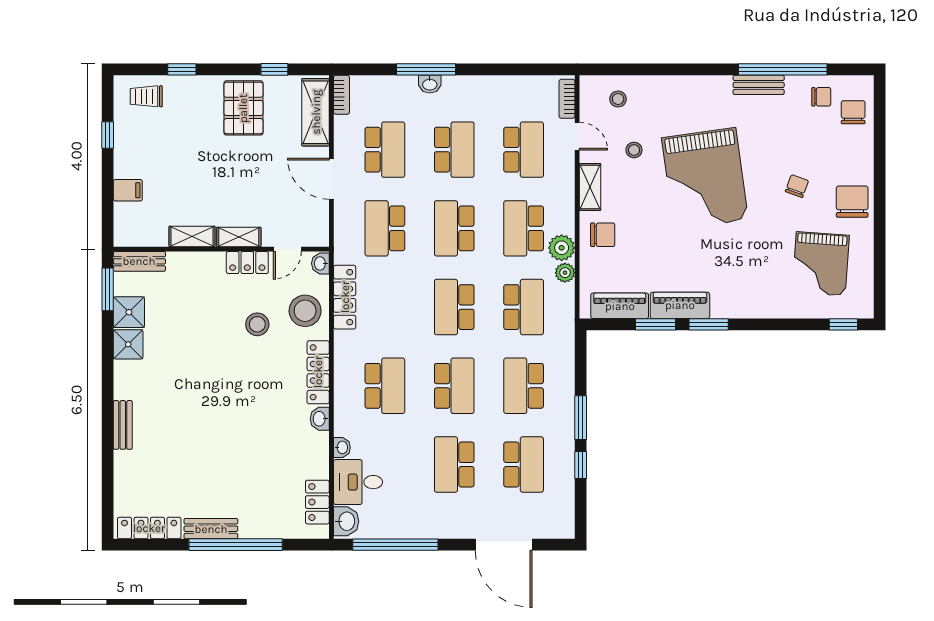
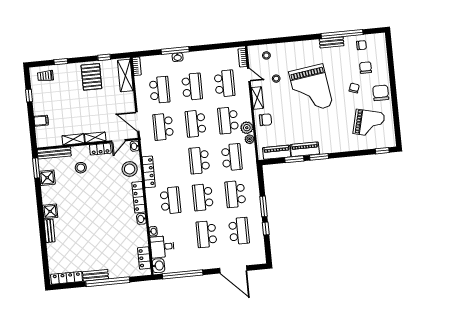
chair: (853, 112) -> (366, 68), moved
door: (331, 179) -> (137, 122), moved
bench: (139, 261) -> (54, 153), width x1.36
grand piano: (821, 264) -> (369, 123), turned -80
locker: (345, 297) -> (149, 172), moved
stool: (257, 324) -> (81, 168), moved
shower: (128, 344) -> (50, 211), moved
school desk: (454, 386) -> (203, 197), turned 180

